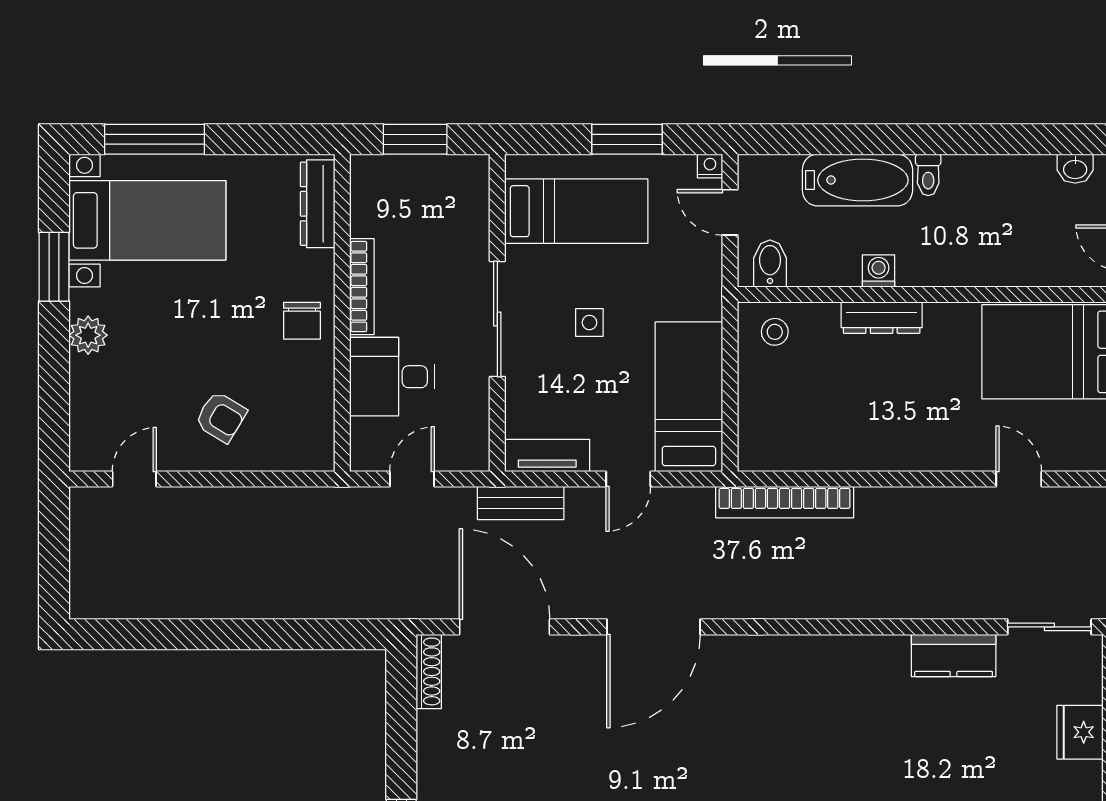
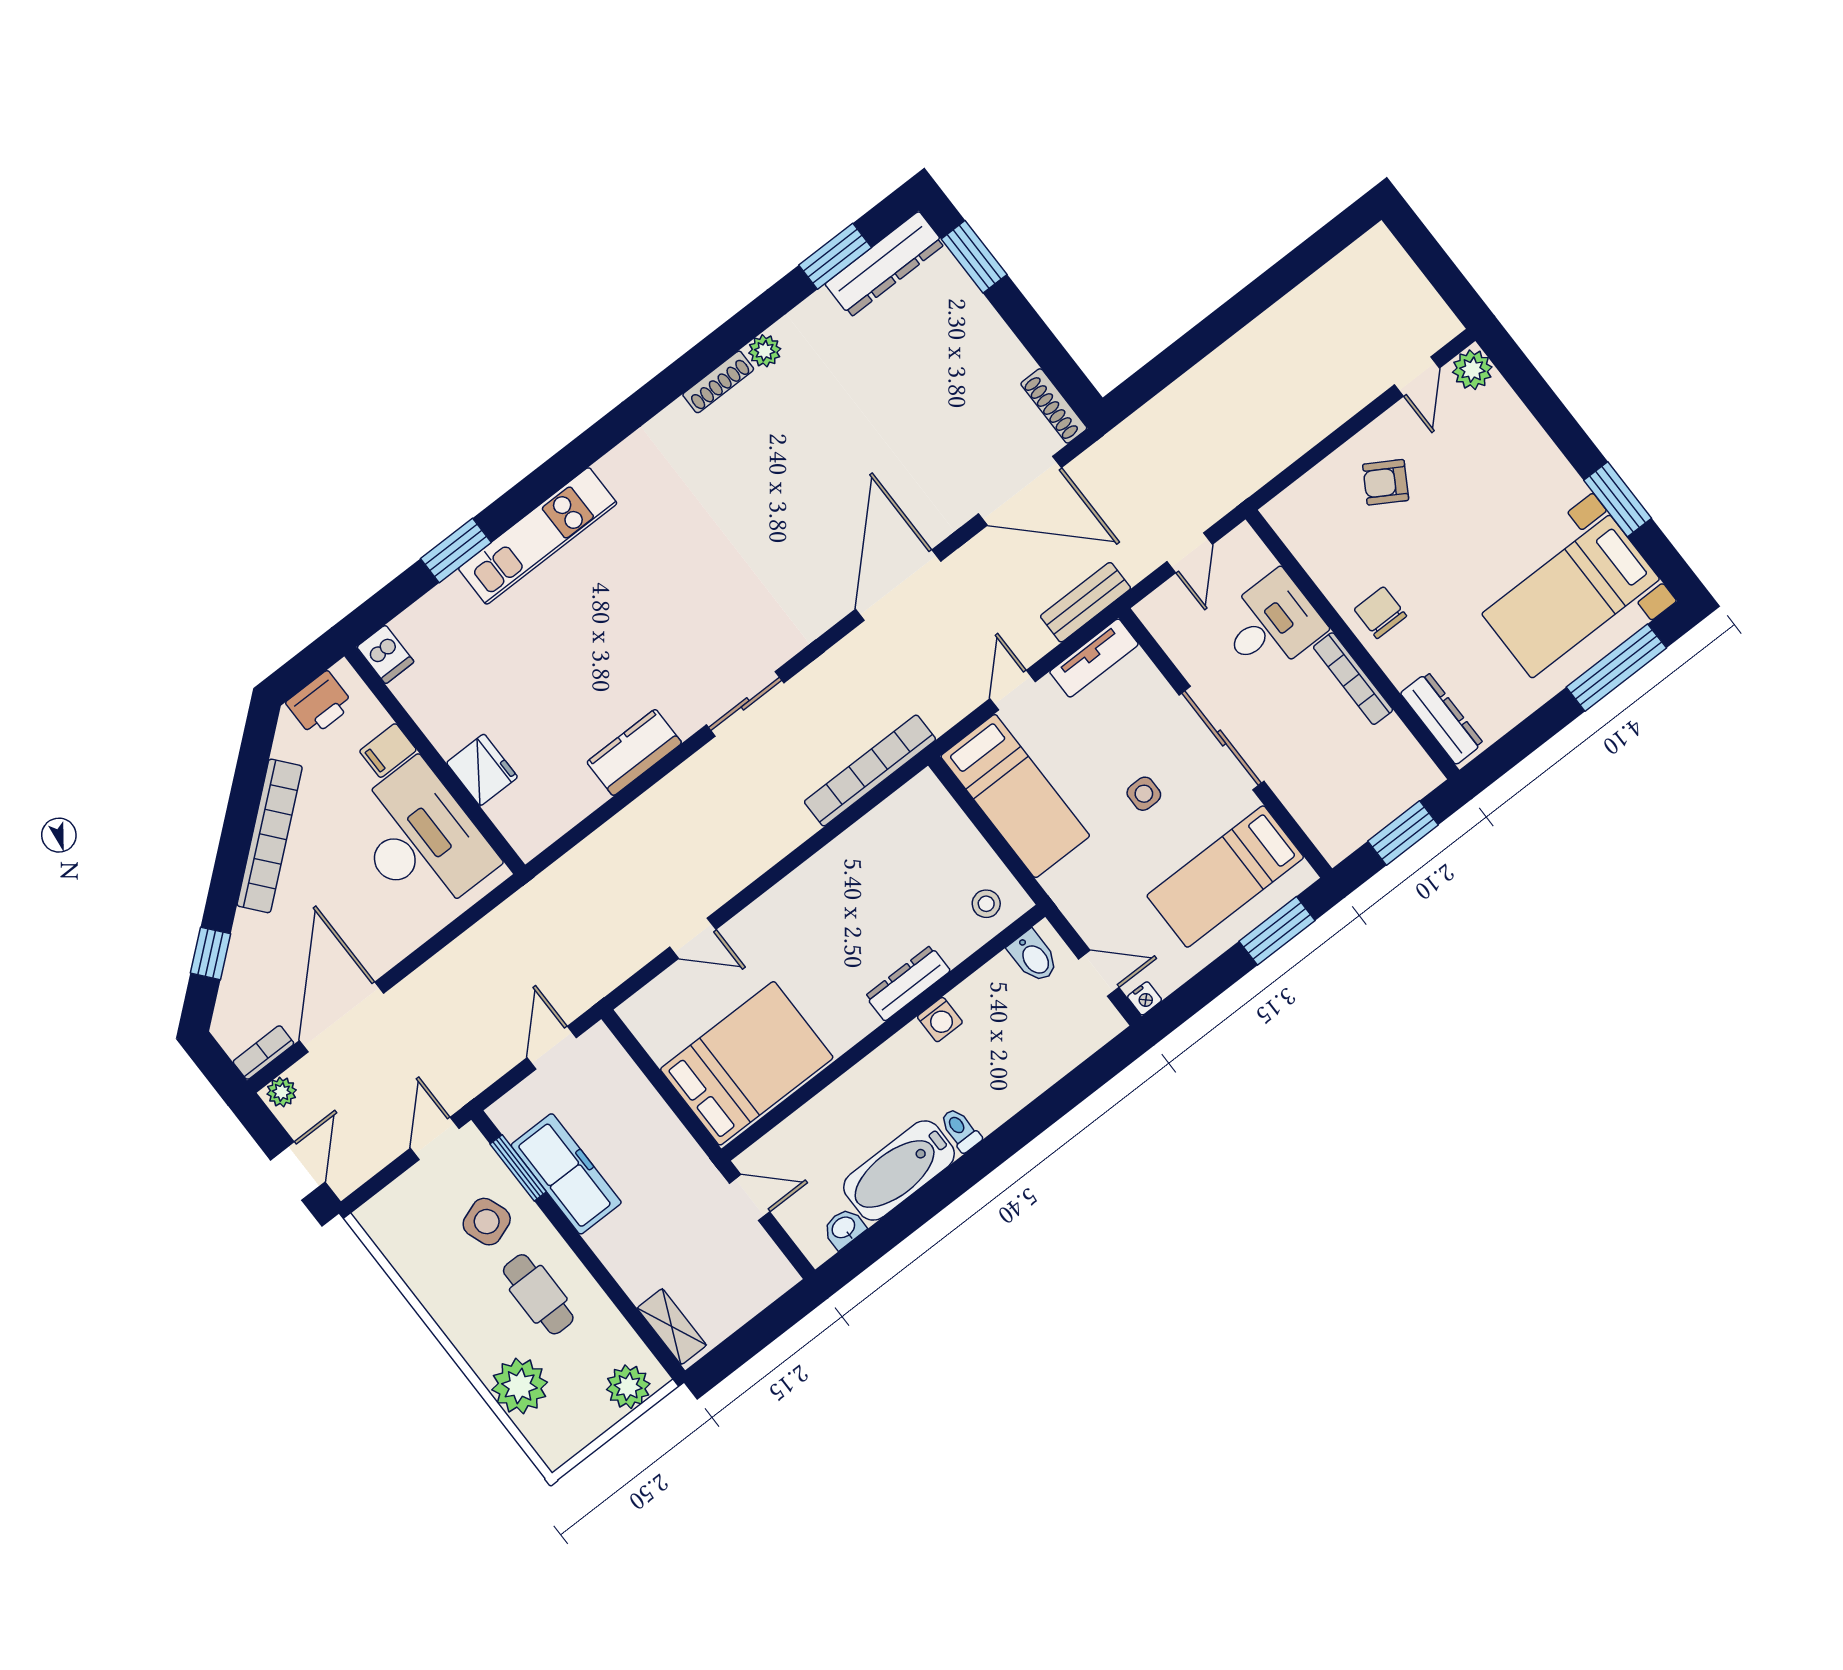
window: (627, 139) -> (1277, 931), moved
bathtub: (857, 180) -> (899, 1170), moved
plant: (88, 335) -> (1472, 370), moved
sliding door: (1049, 627) -> (745, 704), moved

